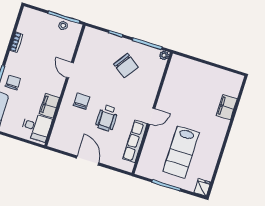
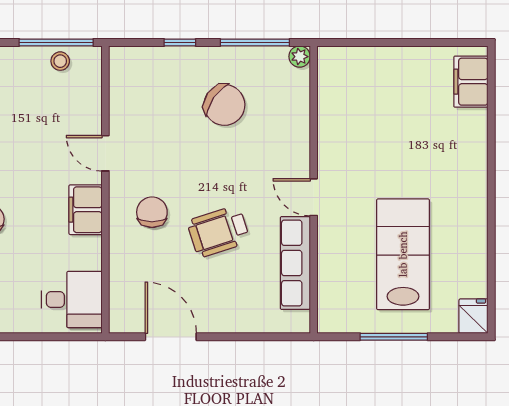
filing cabinet: (49, 106) -> (85, 210), moved
filing cabinet: (227, 107) -> (471, 82), moved
door: (151, 116) -> (314, 197), swing flipped
wheelchair: (107, 118) -> (219, 231), turned 72
lab bench: (181, 152) -> (403, 254), turned 180
door: (88, 160) -> (171, 337), moved

